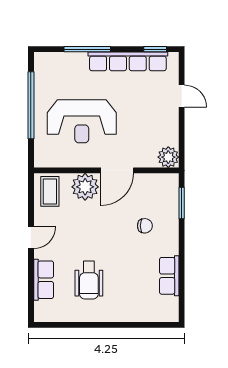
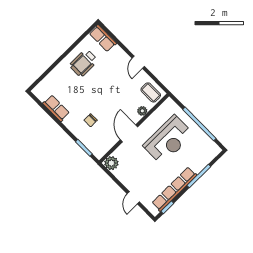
door: (182, 96) -> (133, 198), hinge flipped
reception desk: (82, 121) -> (168, 140), turned 180
plant: (85, 187) -> (142, 111), width x0.53, depth x0.53
row of seats: (44, 280) -> (103, 38), moved
wheelchair: (89, 280) -> (84, 63), moved, turned -90

